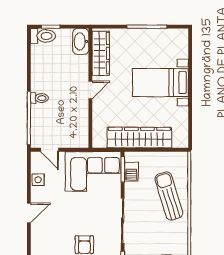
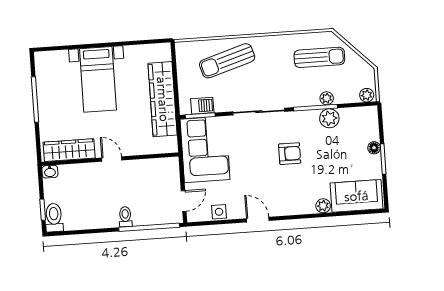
washbasin: (81, 41) -> (50, 172), width x0.52, depth x0.69

